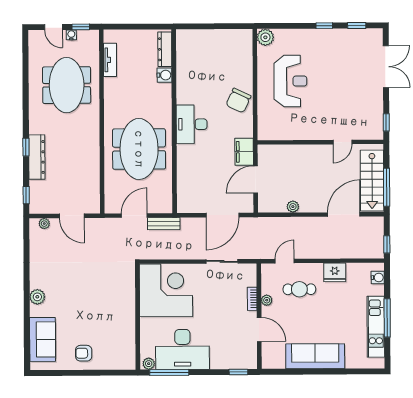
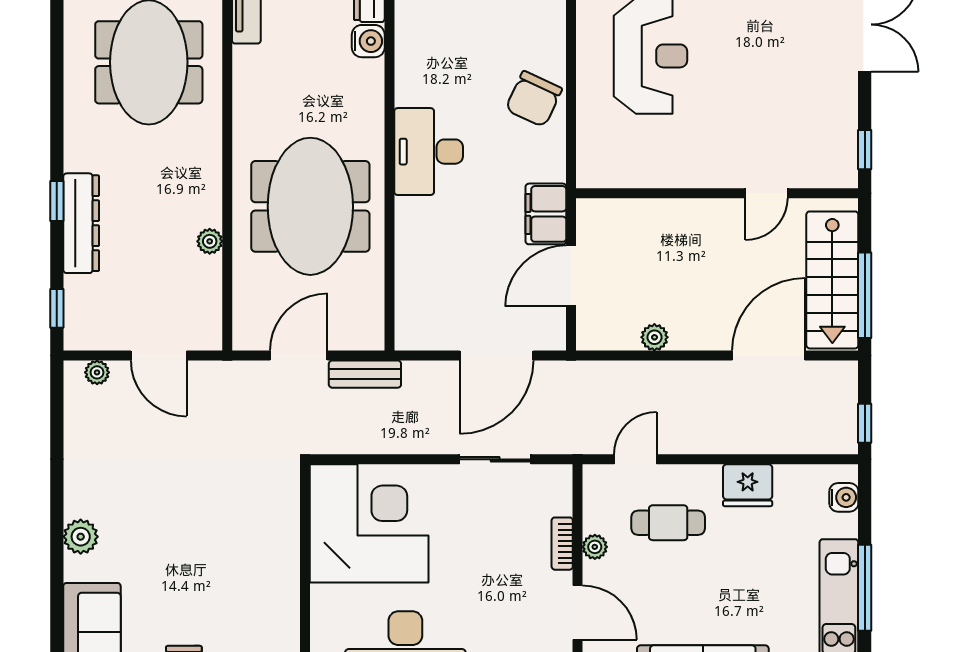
plant: (94, 165) -> (210, 241), added

